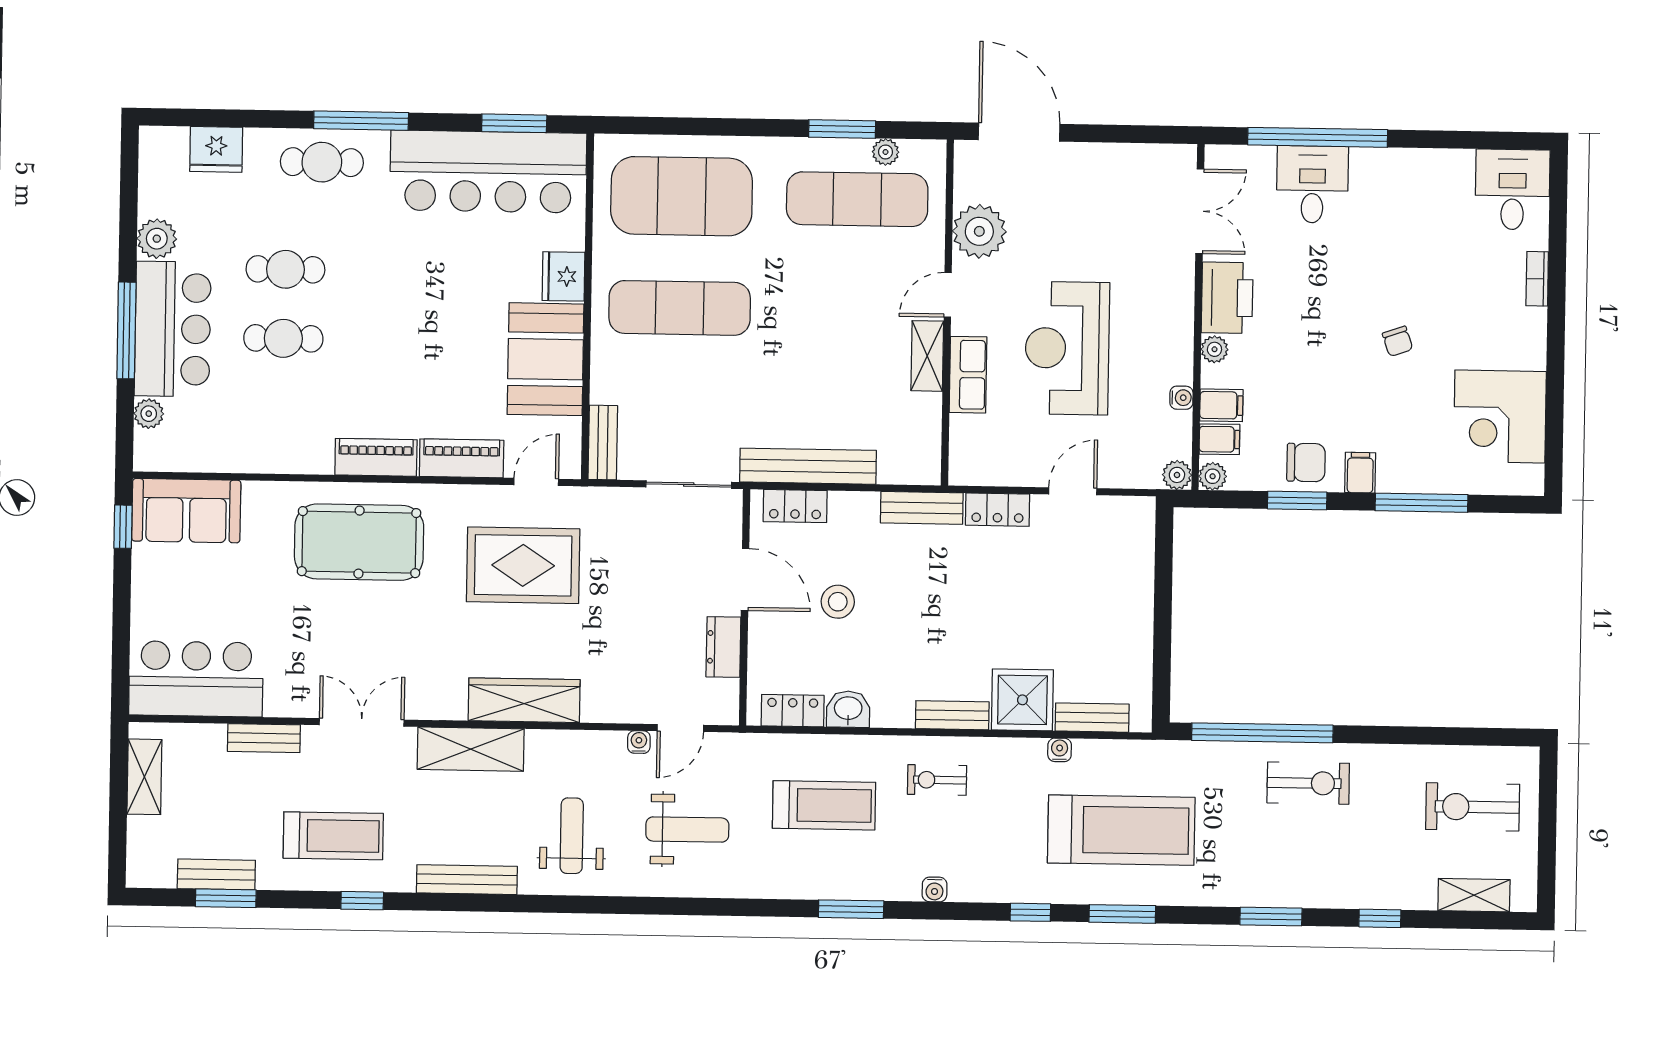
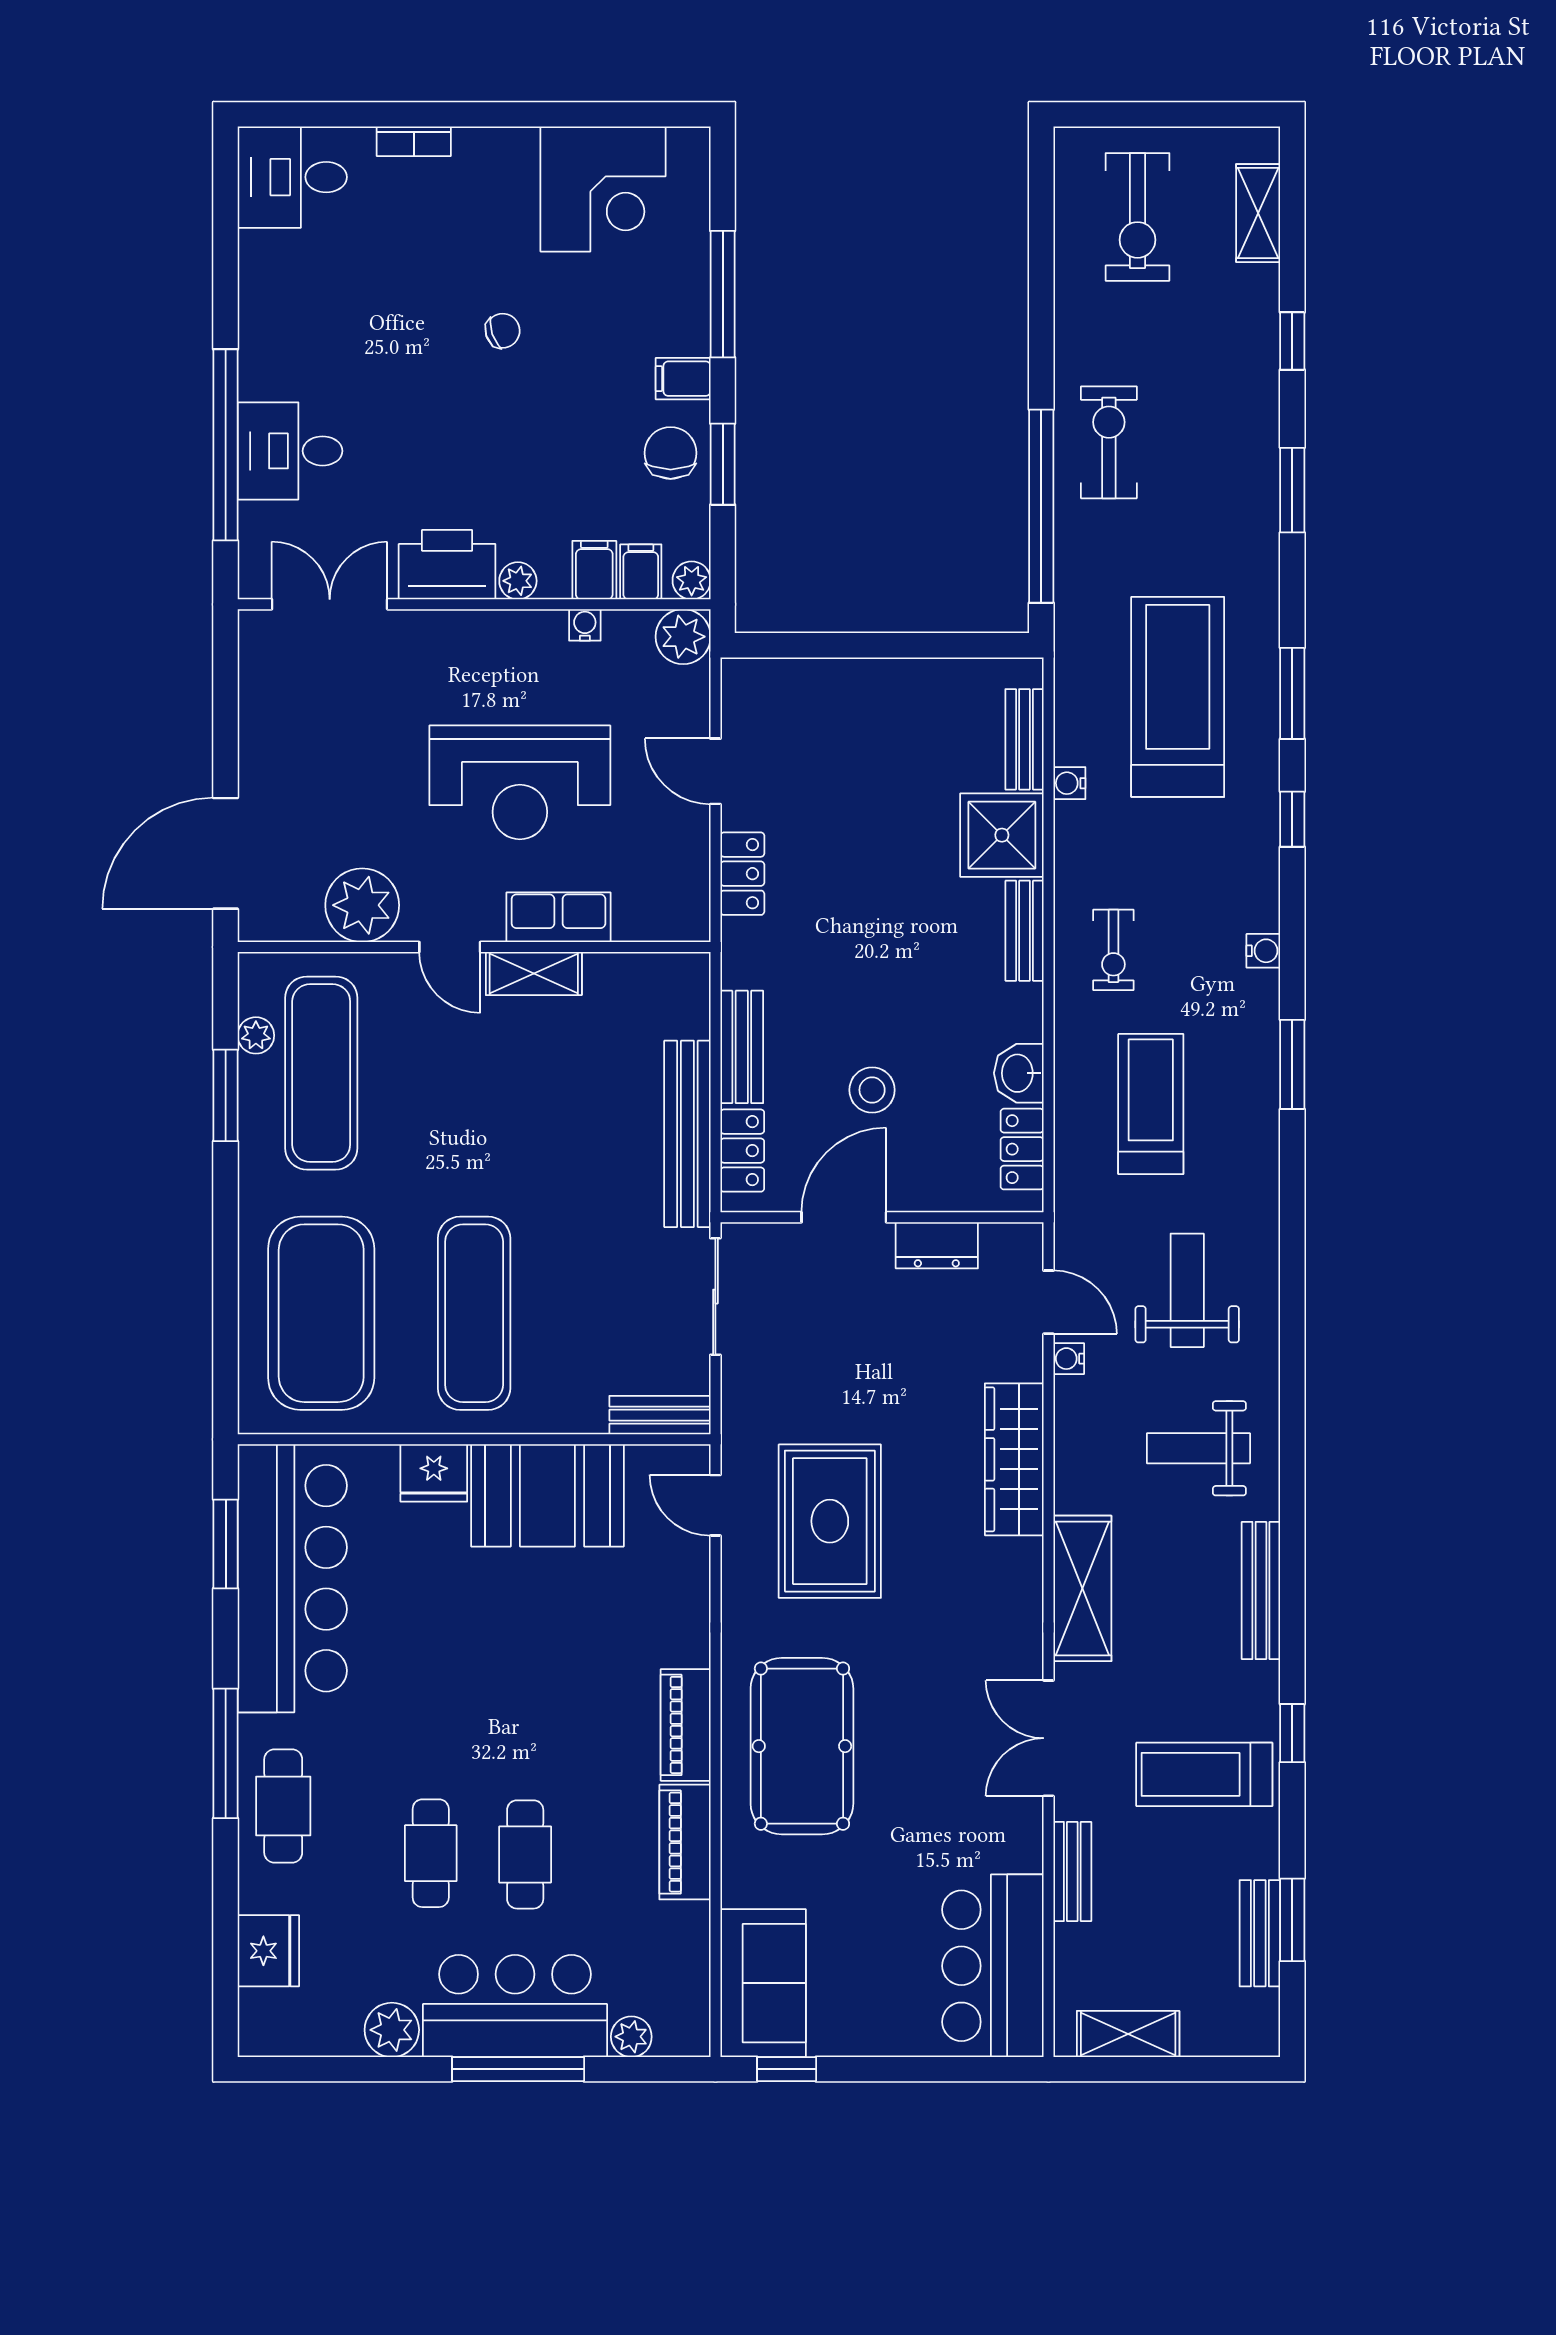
piano: (462, 458) -> (685, 1842), moved
plant: (1177, 475) -> (683, 637), width x1.38, depth x1.38
bench: (922, 508) -> (742, 1047), moved
wardrobe: (524, 700) -> (1014, 1459), moved
treadmill: (333, 836) -> (1204, 1774), turned -90

